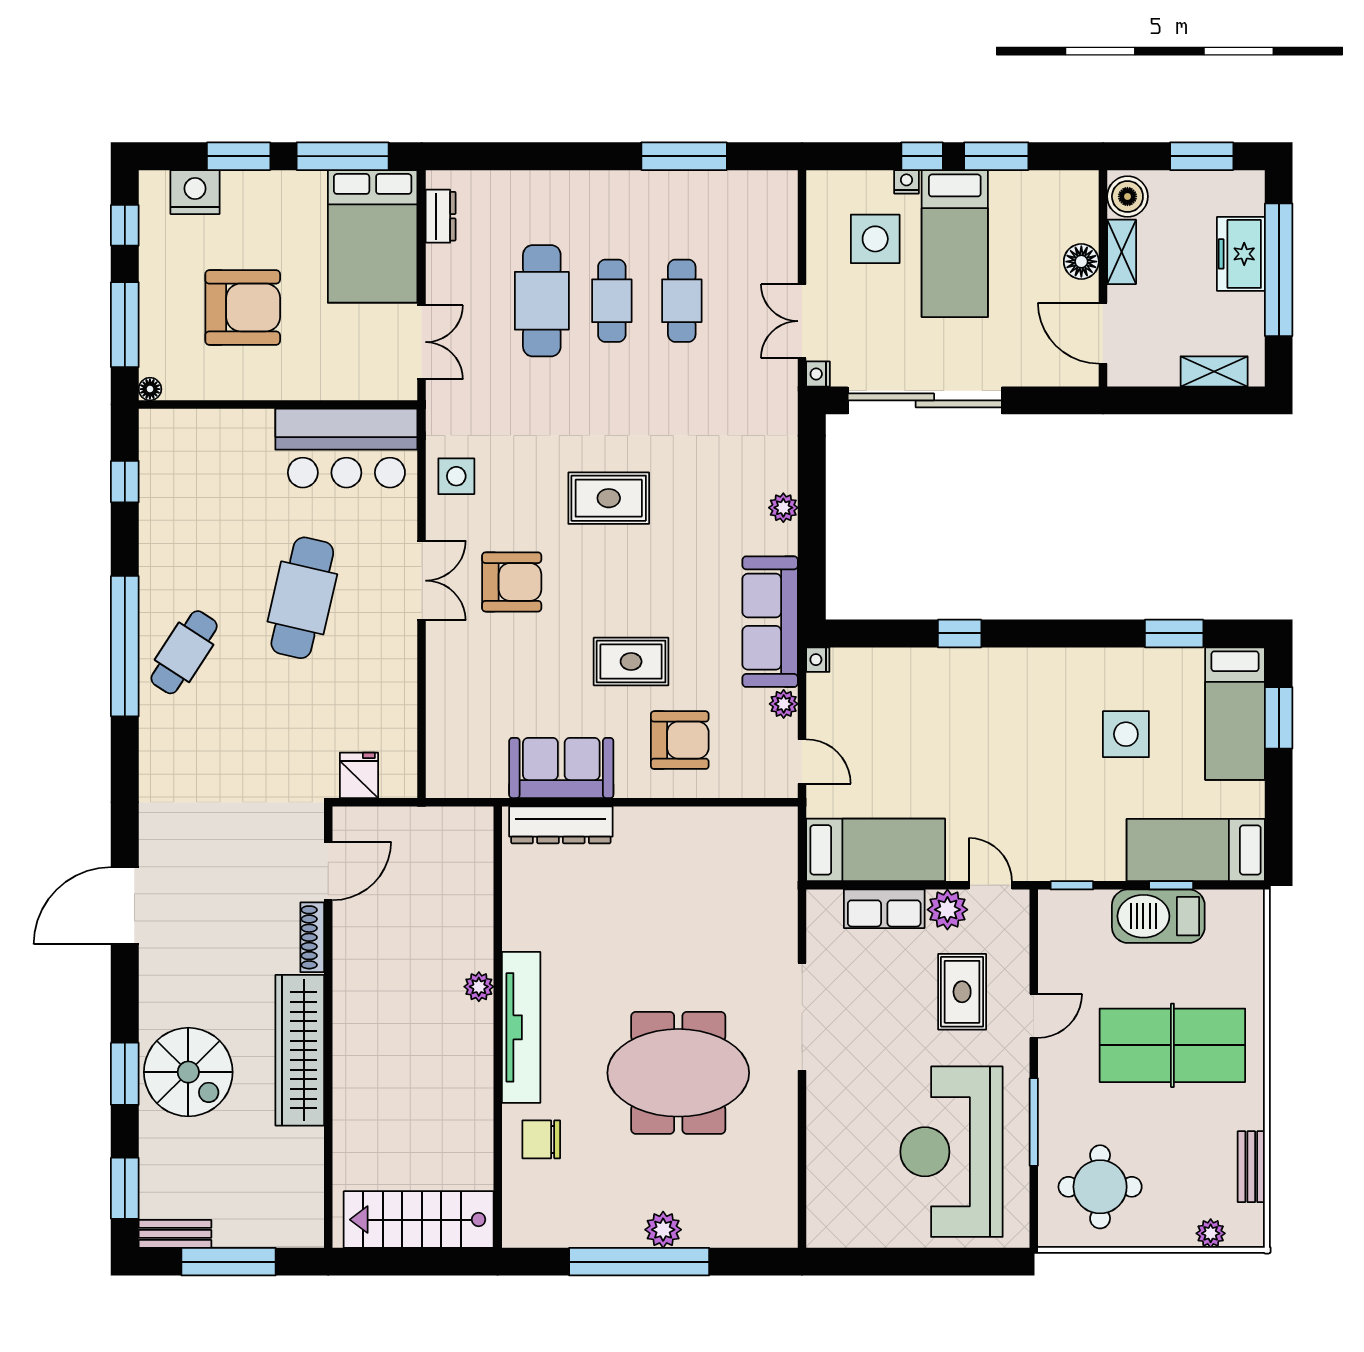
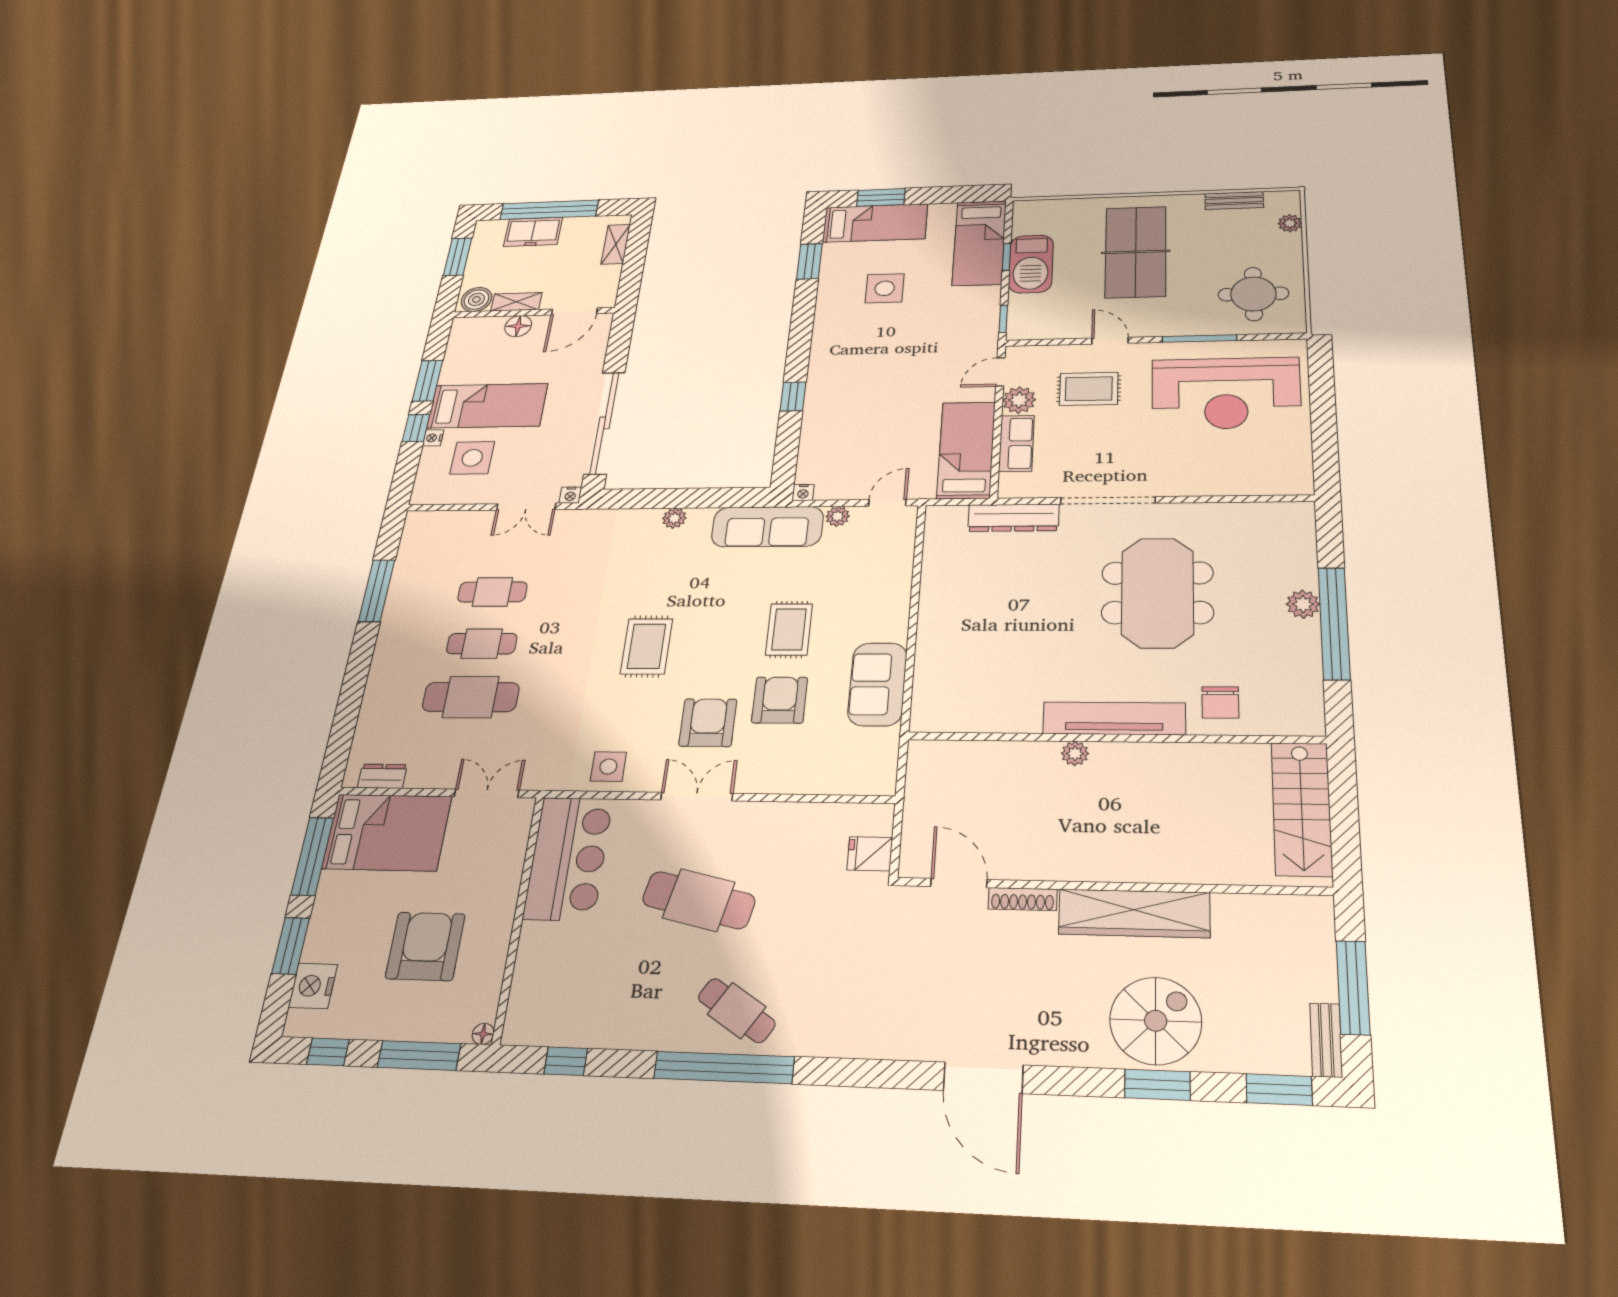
armchair: (680, 740) -> (780, 700), moved
dresser: (561, 825) -> (1013, 518), moved, turned 90

